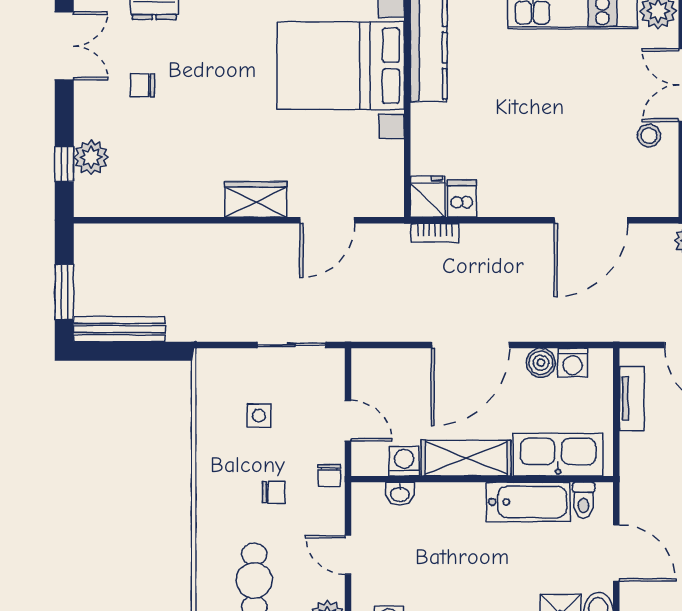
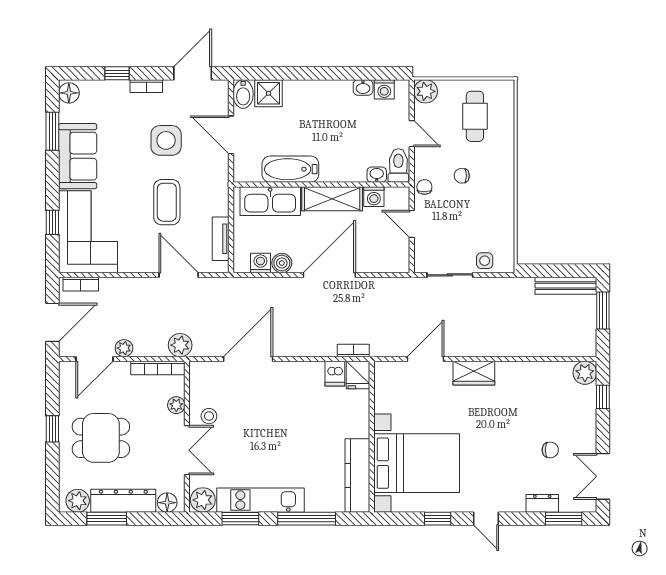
plant: (91, 157) -> (585, 373), moved
side table: (259, 416) -> (485, 261), moved
toilet: (584, 500) -> (398, 166), moved, width x1.37, depth x1.39

